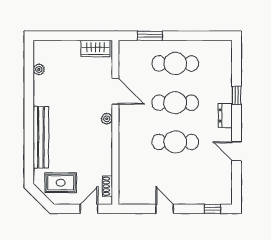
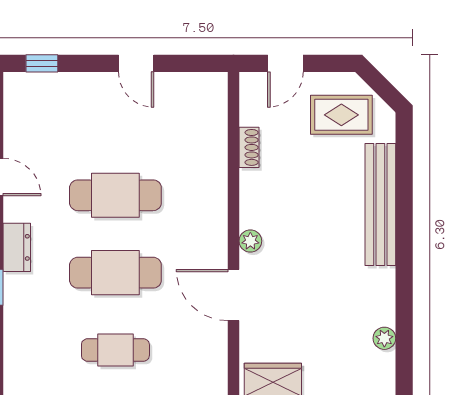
cafe table: (175, 63) -> (115, 350), width x0.73, depth x0.74
shoe rack: (107, 186) -> (249, 147), moved

